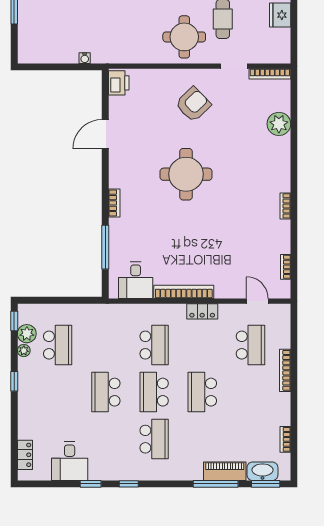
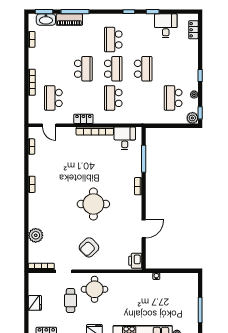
plant: (27, 334) -> (192, 118), moved

